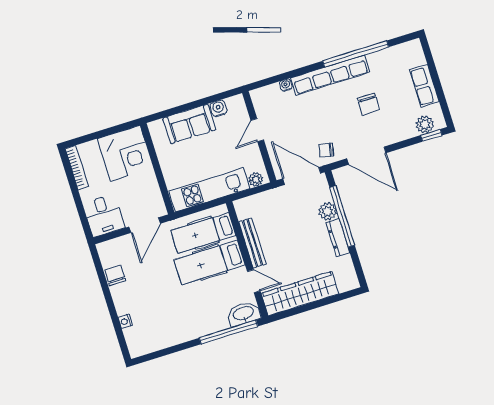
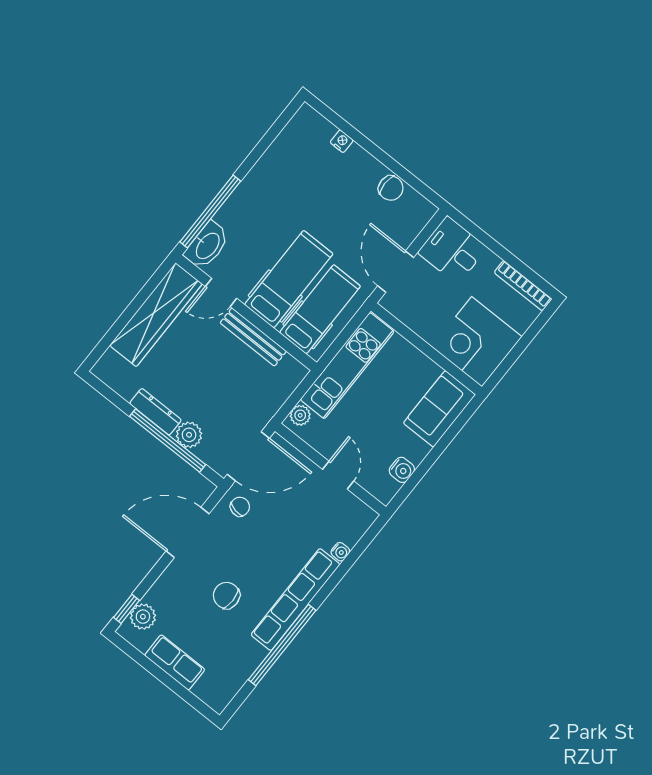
sofa: (189, 124) -> (439, 409), moved

